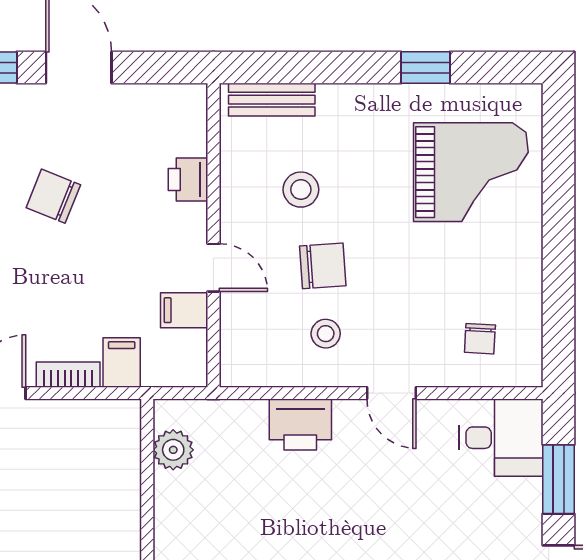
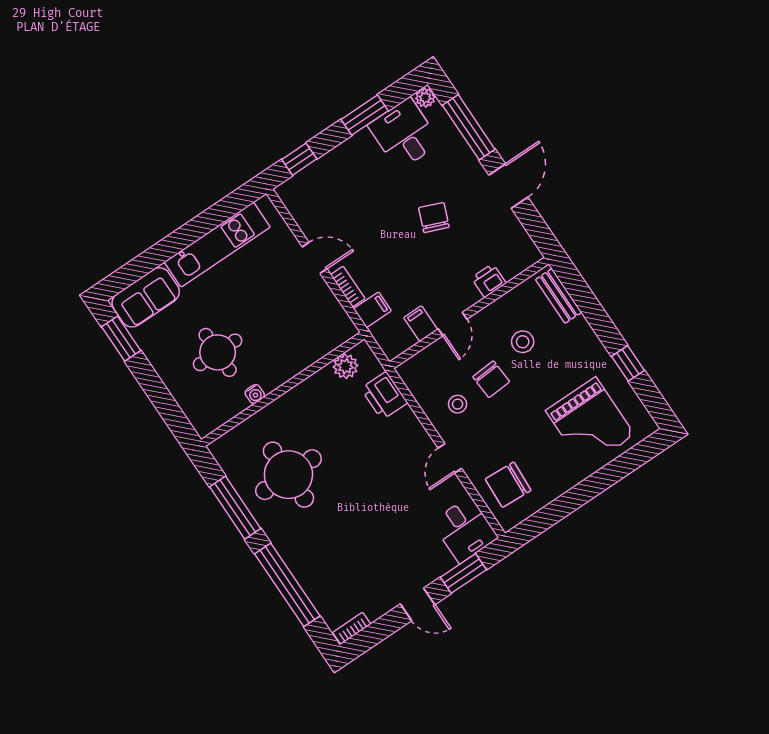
chair: (480, 339) -> (508, 485), width x1.87, depth x1.87
printer: (300, 425) -> (384, 396), moved

